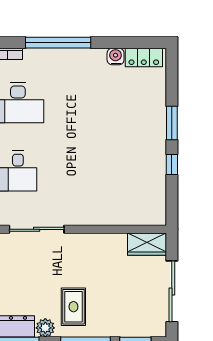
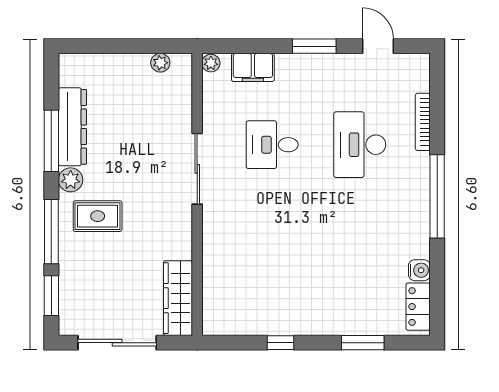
window: (172, 123) -> (363, 343), moved
wardrobe: (147, 244) -> (178, 298), width x1.50

